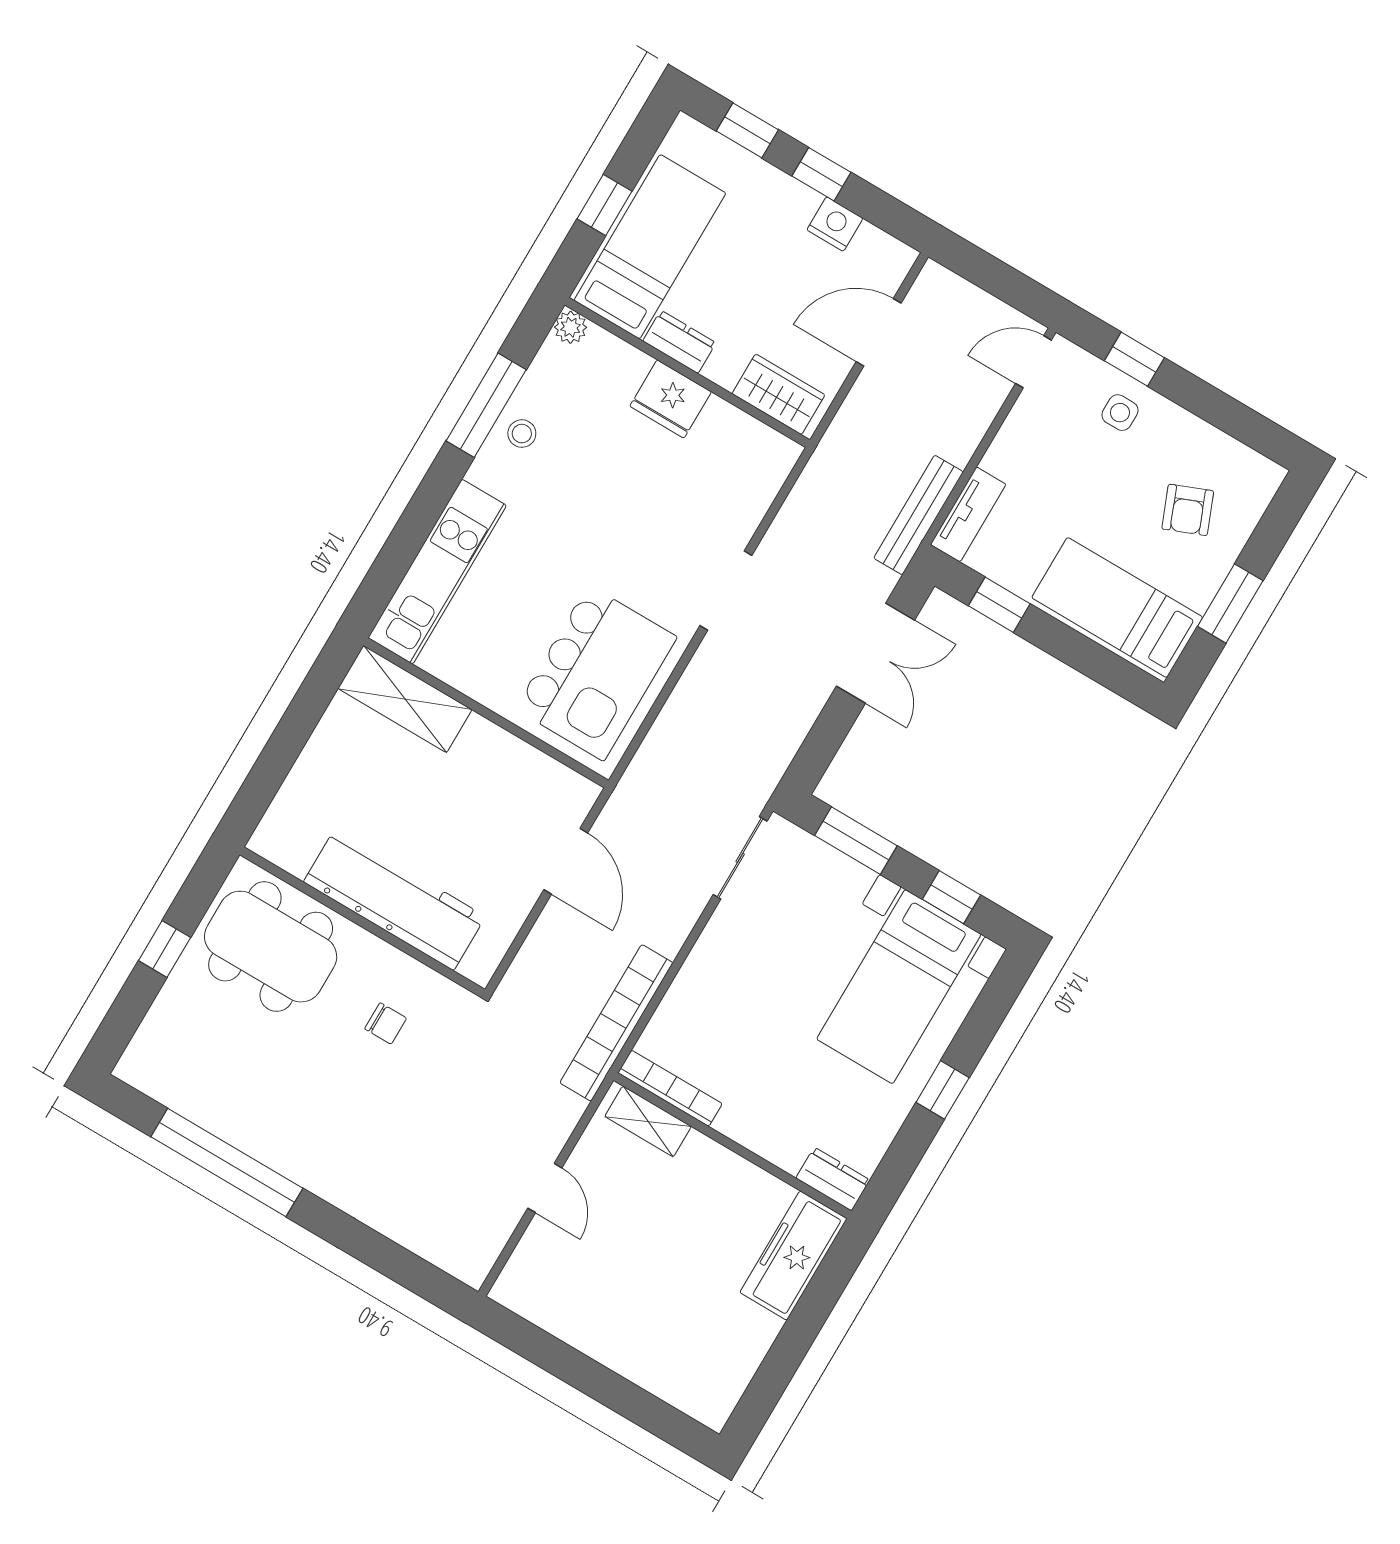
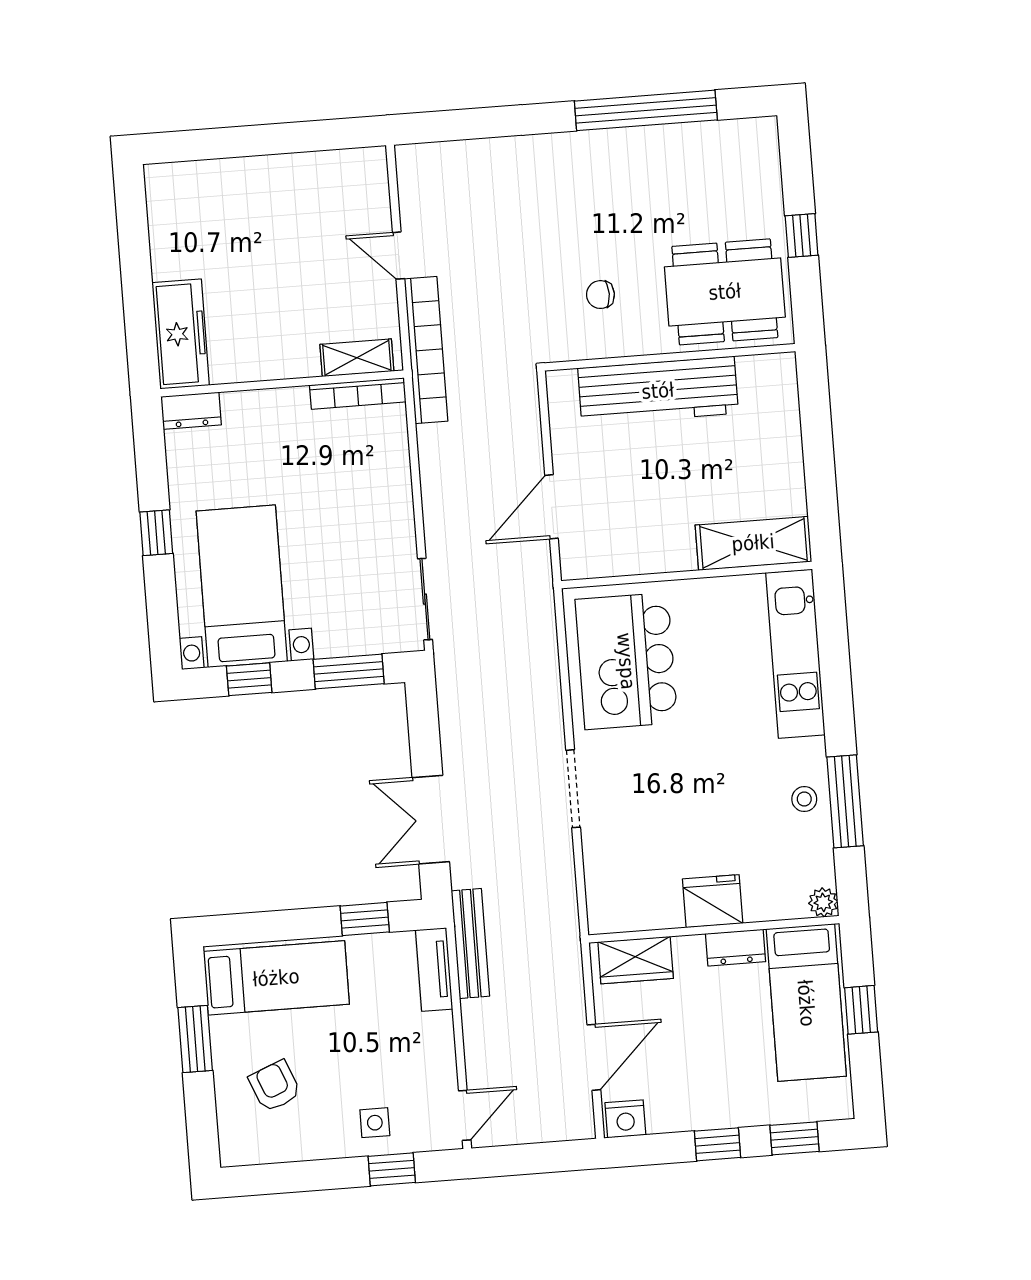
nightstand: (835, 224) -> (625, 1119), moved
door: (566, 861) -> (551, 507), hinge flipped
bookcase: (616, 1023) -> (426, 350), moved

